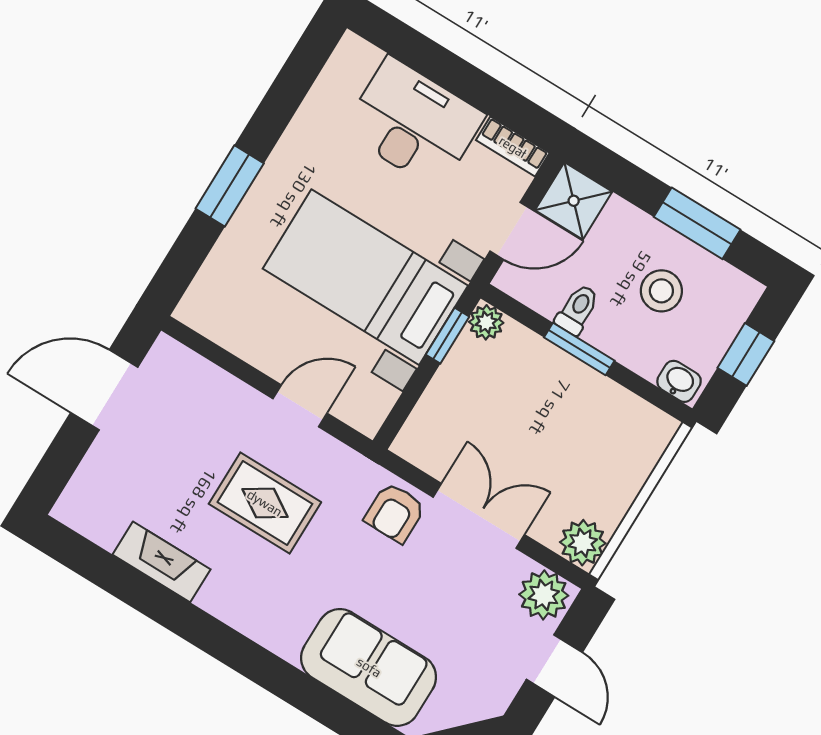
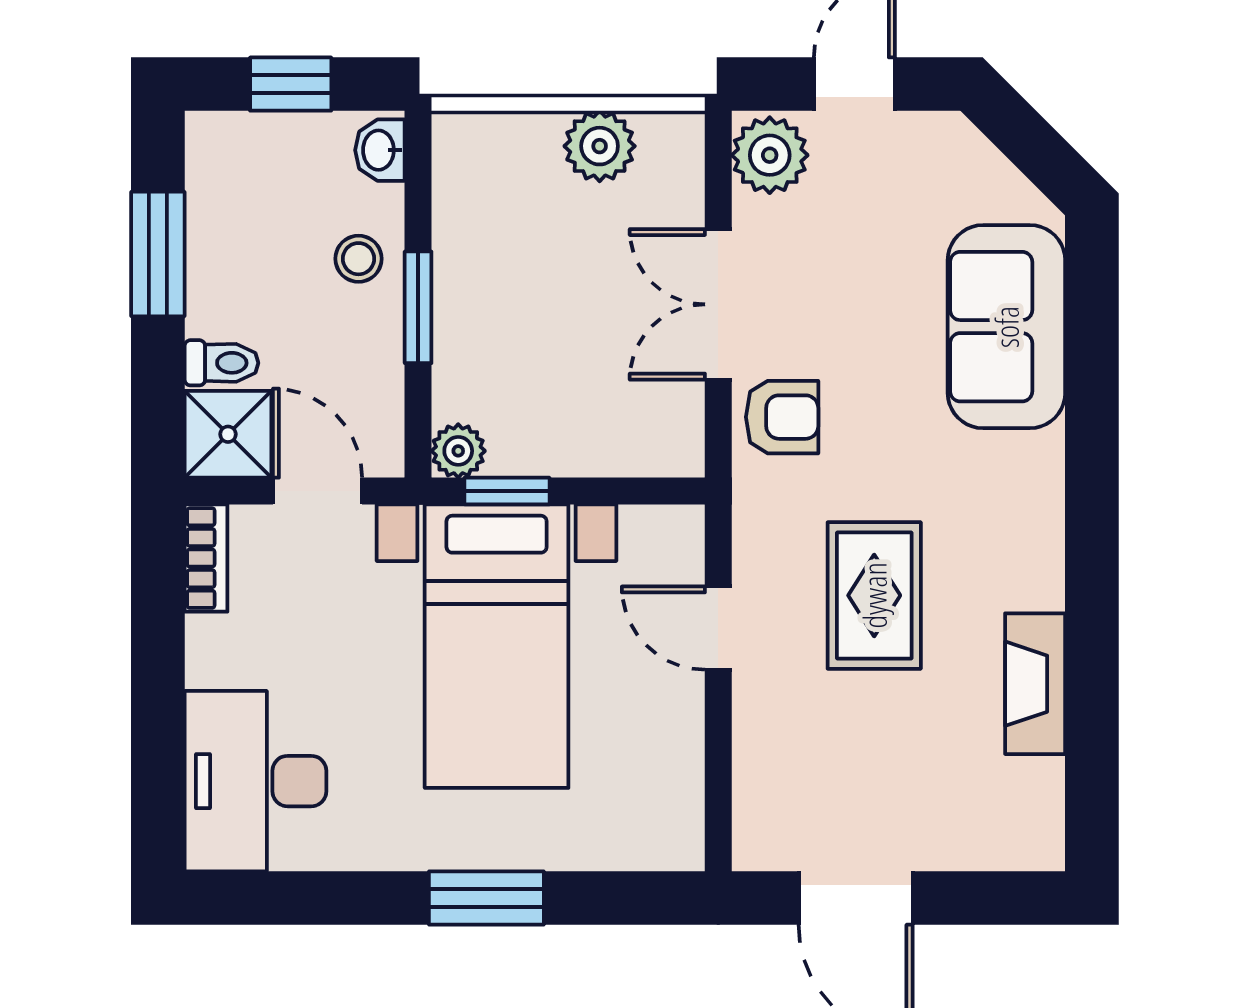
desk: (414, 123) -> (255, 781), moved
stool: (661, 291) -> (359, 259), moved, width x0.73, depth x0.73
toilet: (577, 310) -> (221, 363), moved, turned 180
plant: (583, 543) -> (600, 146), moved

